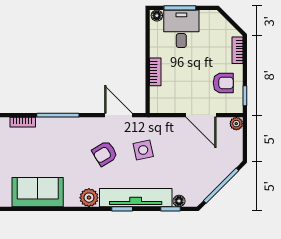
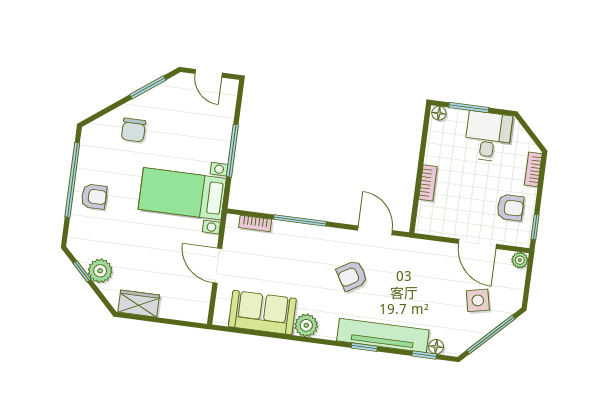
desk: (181, 29) -> (488, 136), moved
side table: (143, 150) -> (478, 300), moved
plant: (89, 198) -> (306, 325), moved

